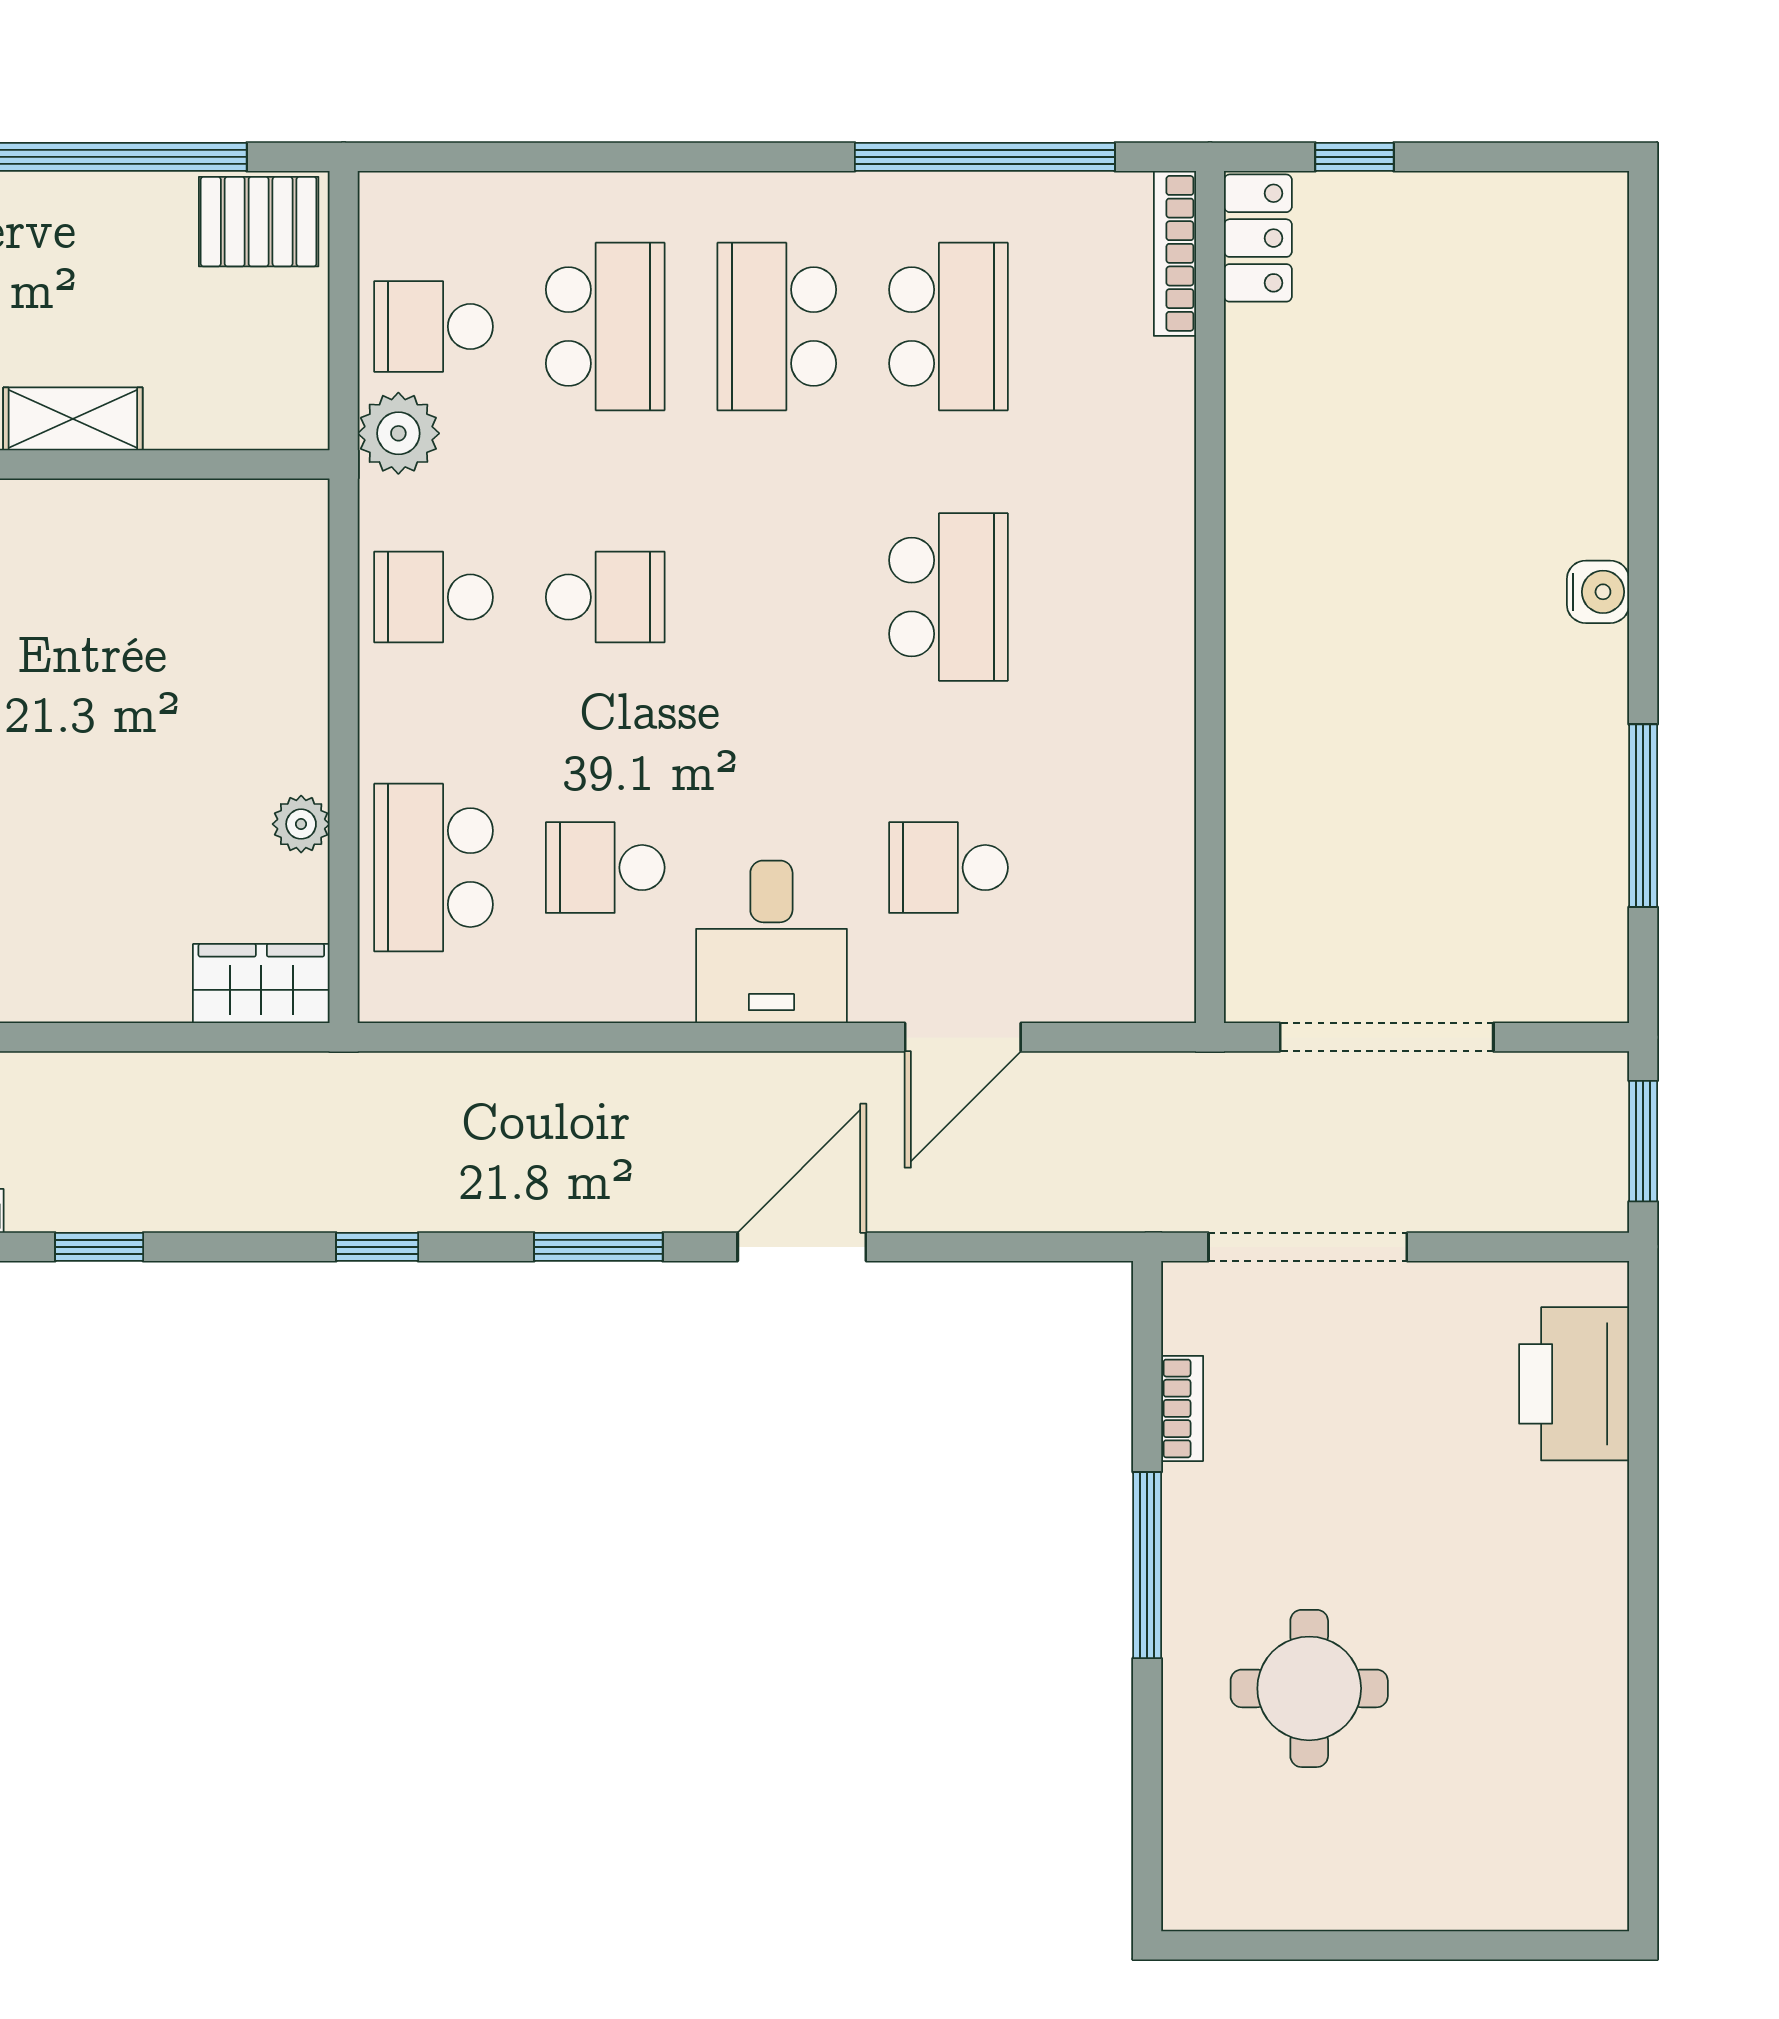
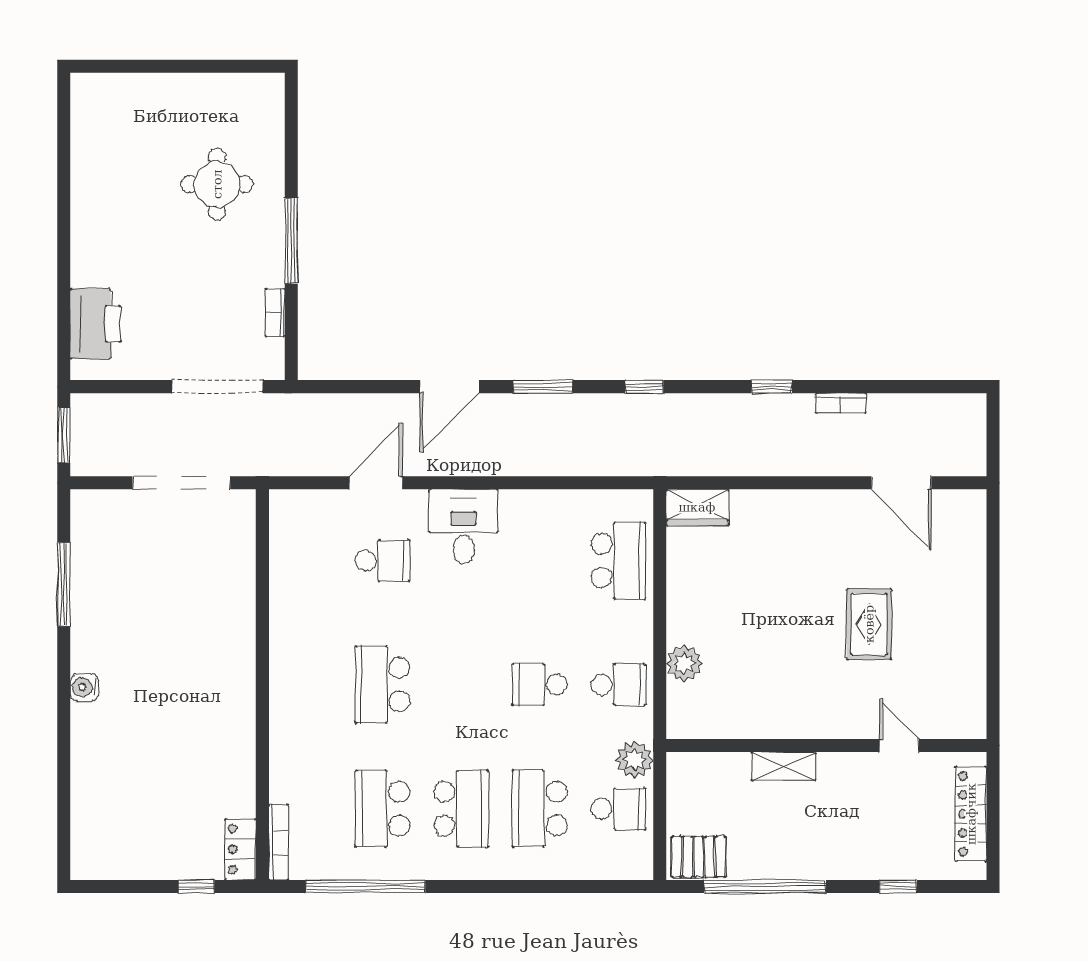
plant: (301, 824) -> (684, 663), moved, width x1.38, depth x1.38
school desk: (605, 868) -> (540, 561), removed

